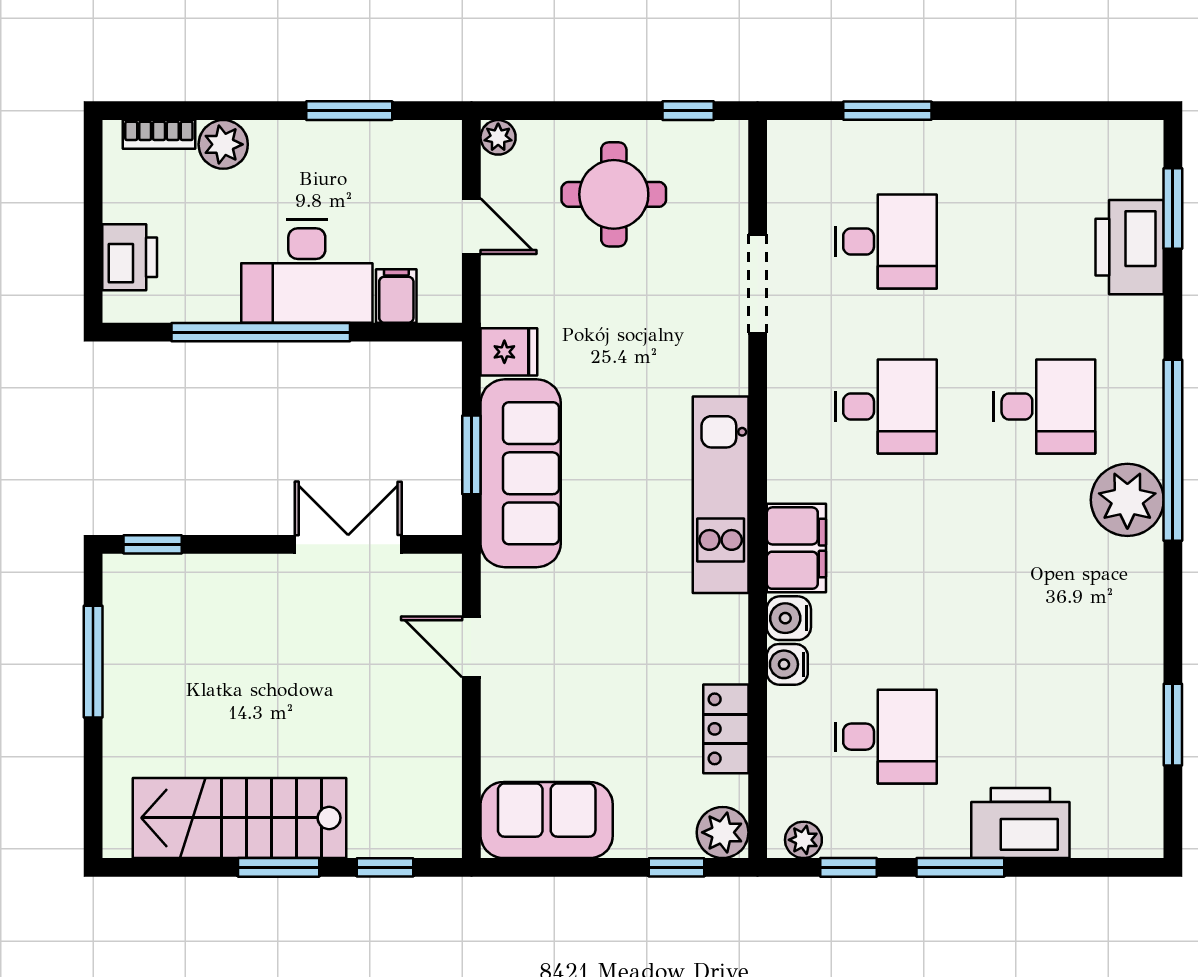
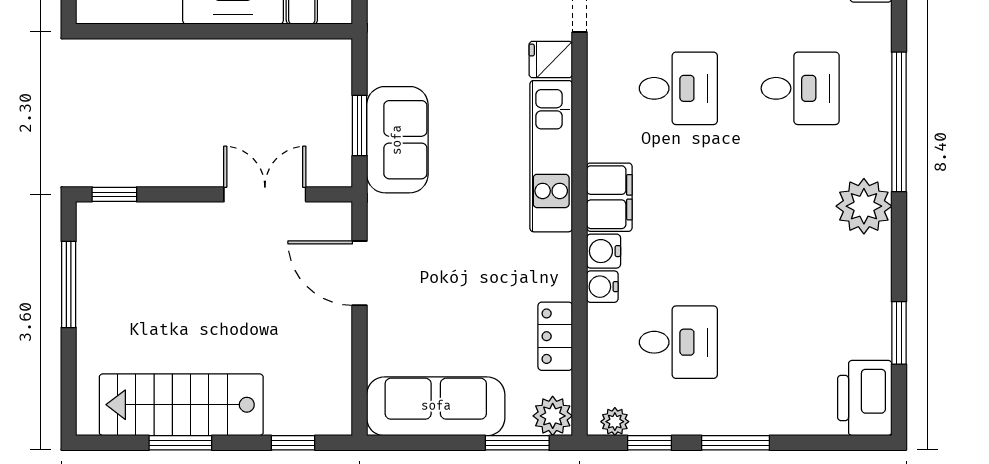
window: (261, 332) -> (198, 31), removed
fridge: (509, 352) -> (551, 59), moved, turned 180
sofa: (521, 473) -> (397, 140), width x0.73
plant: (1127, 500) -> (864, 206), moved
door: (471, 647) -> (360, 273), width x1.38
sofa: (547, 820) -> (436, 406), width x1.36
printer: (1020, 823) -> (865, 398), moved, turned -90
window: (279, 867) -> (180, 443), moved
window: (677, 867) -> (517, 443), width x1.50

